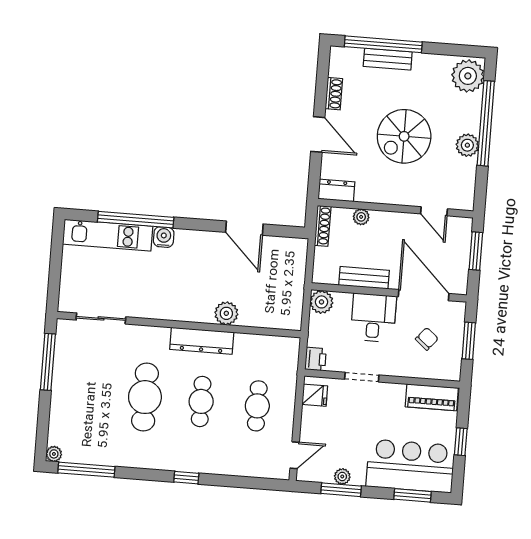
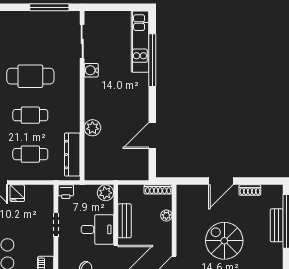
dresser: (336, 190) -> (183, 197), removed
water cooler: (164, 237) -> (91, 70), moved, turned 180
dresser: (202, 341) -> (72, 155), moved
fridge: (315, 395) -> (17, 193), moved

